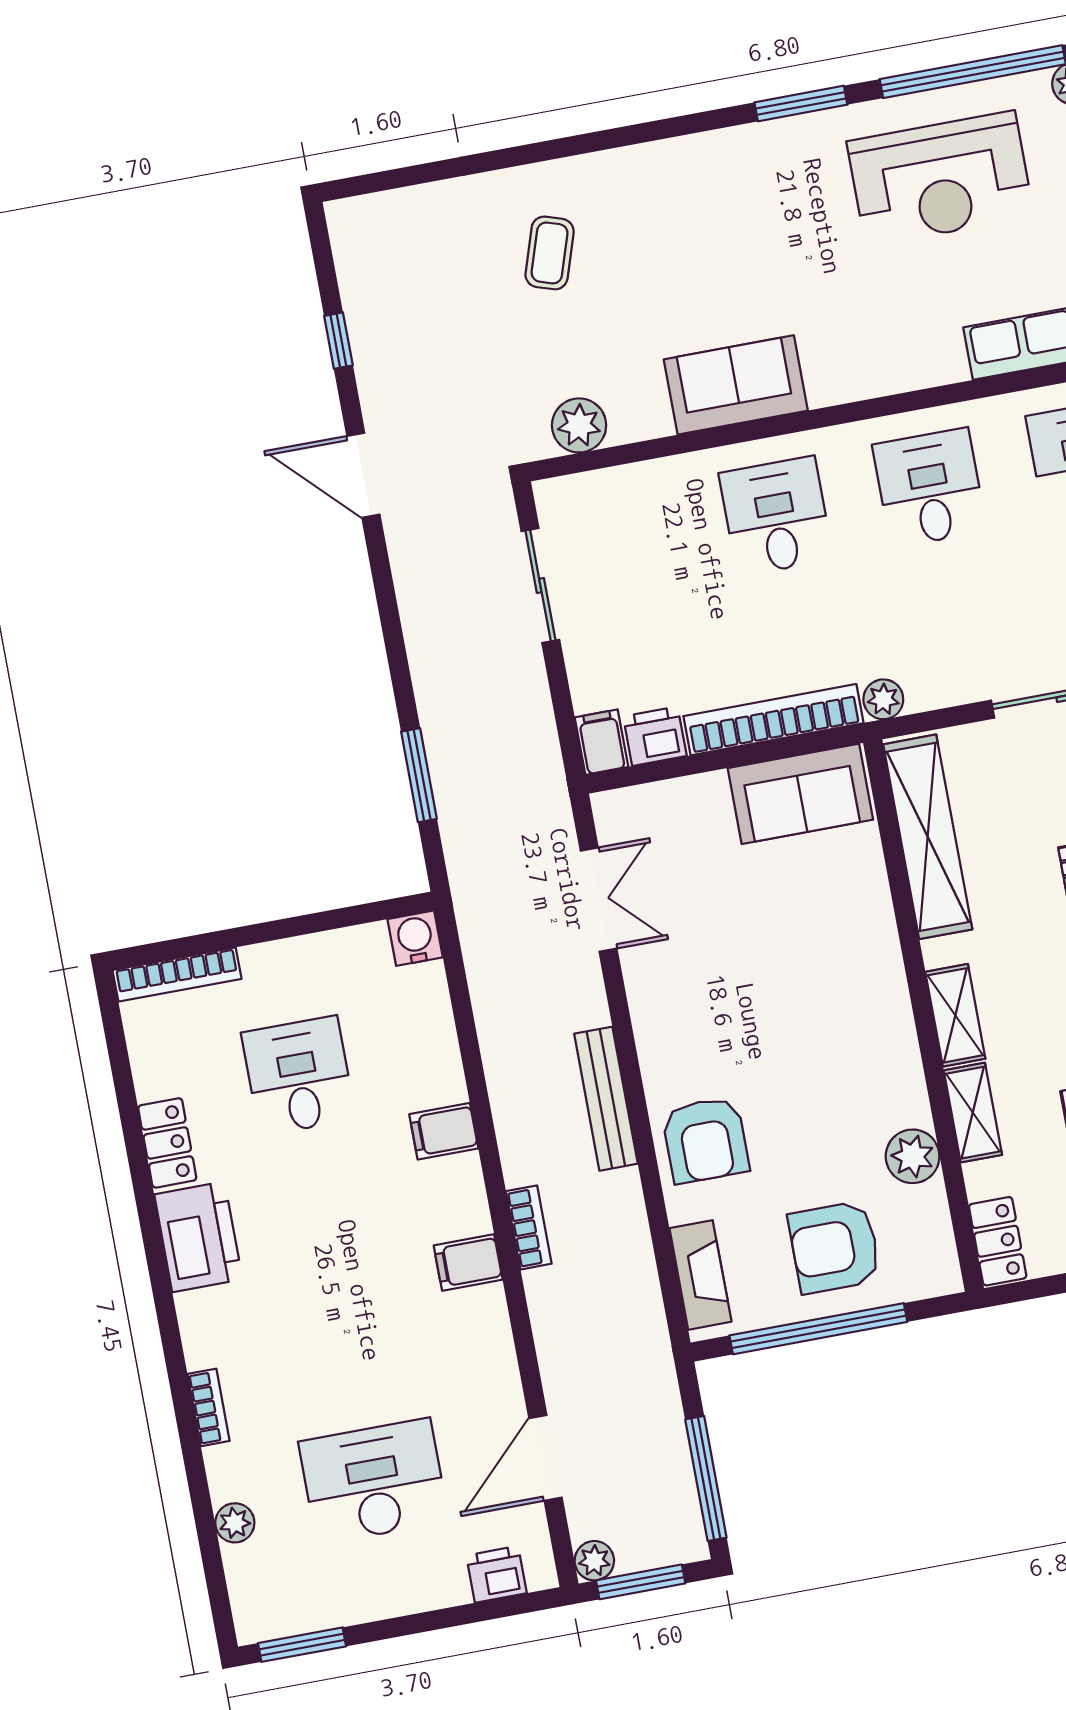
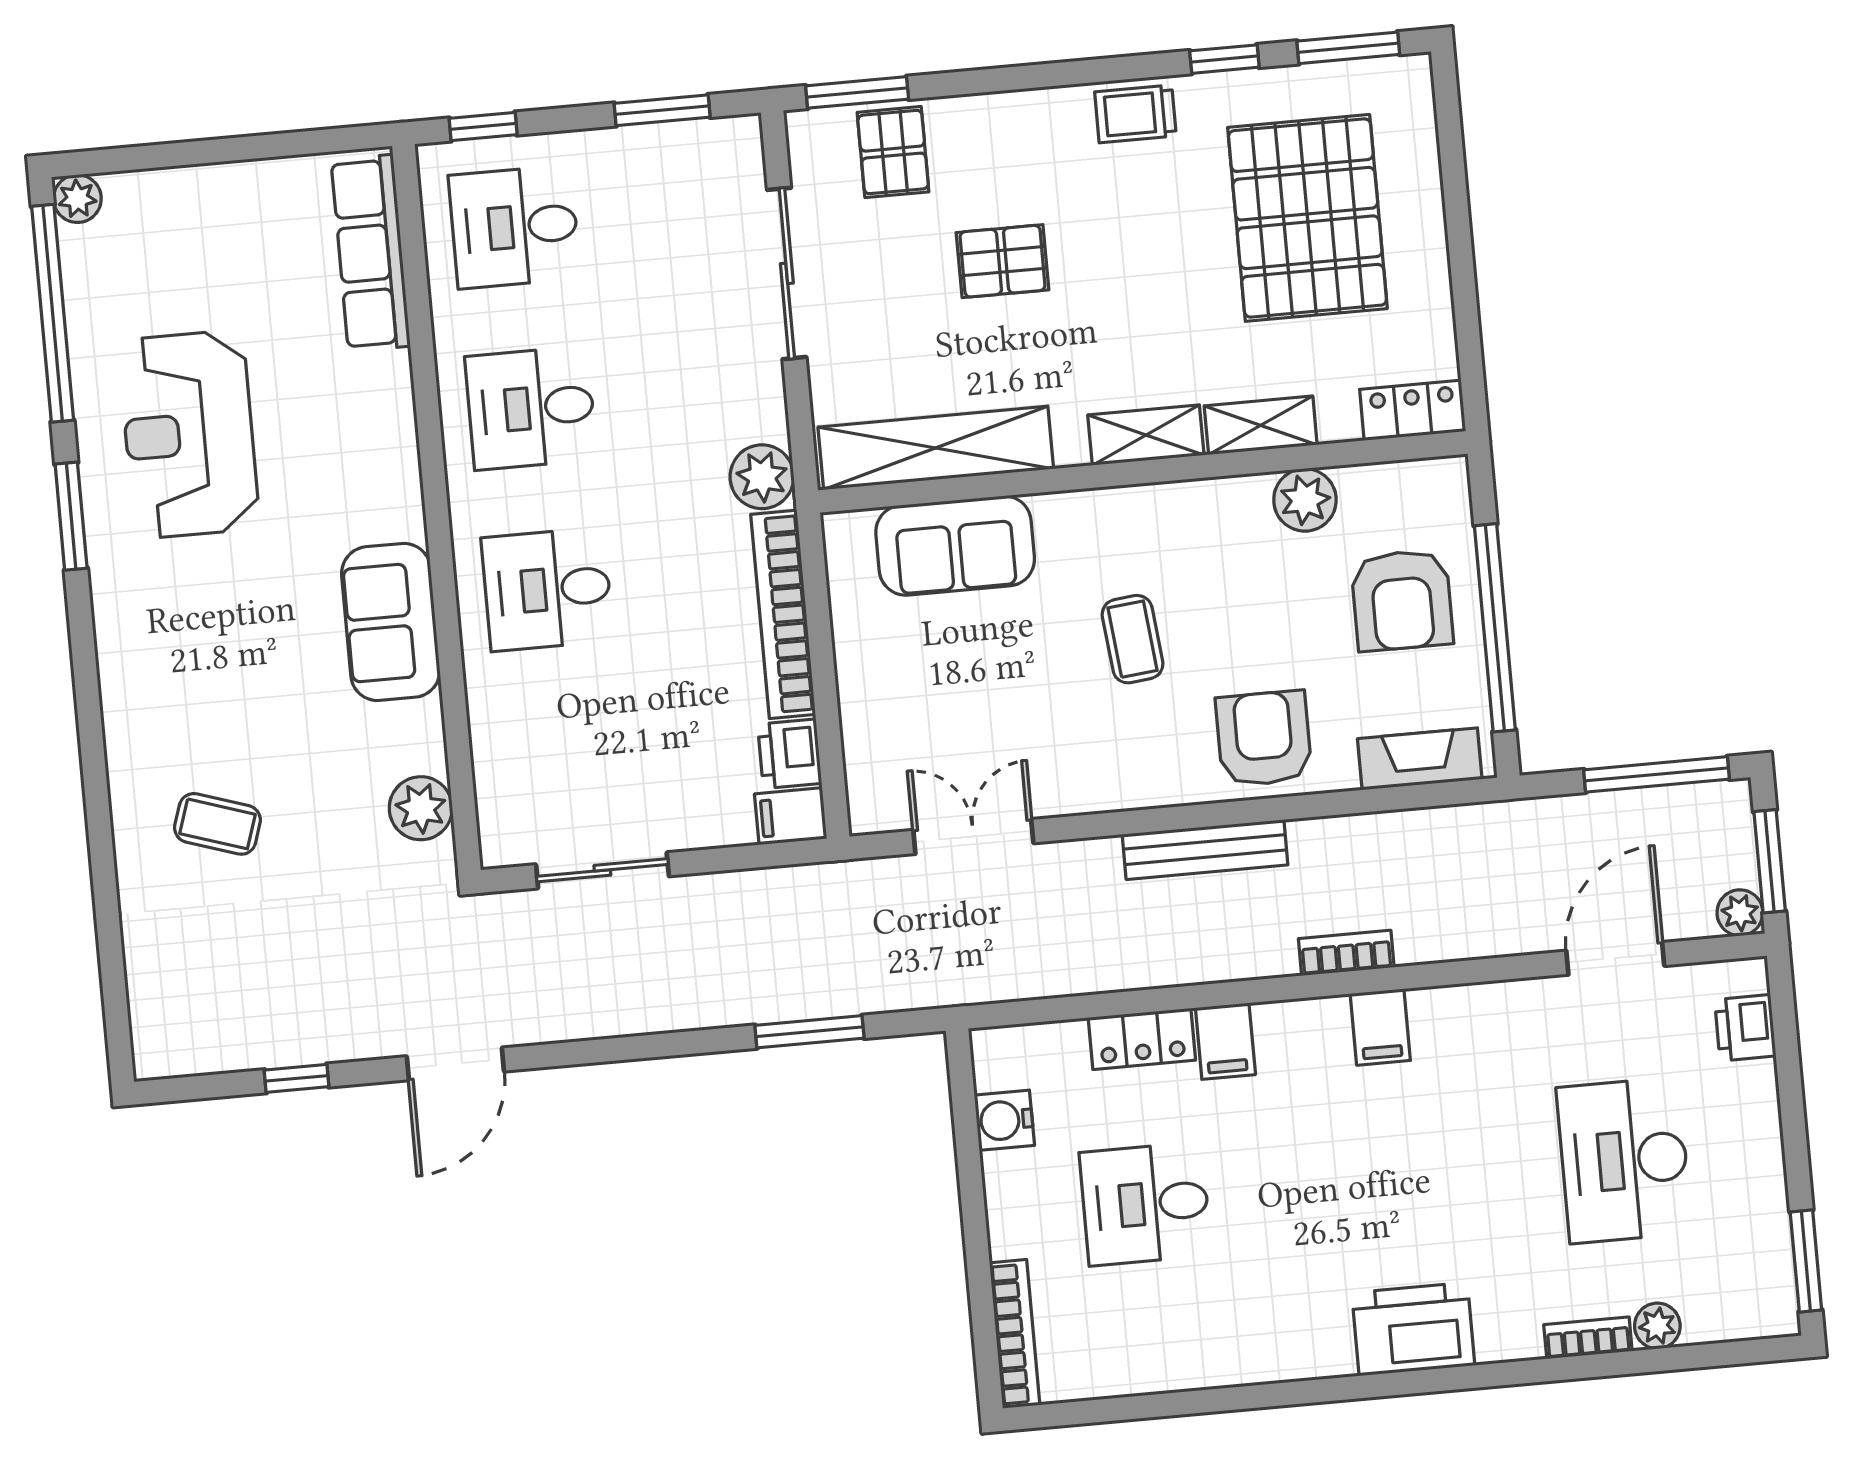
reception desk: (940, 179) -> (189, 434), moved, turned 180
plant: (883, 699) -> (762, 477), width x1.38, depth x1.38
sofa: (800, 794) -> (955, 546), moved, turned 90
water cooler: (415, 938) -> (1004, 1120), moved
coffee table: (780, 1020) -> (1133, 639), added
armchair: (705, 1140) -> (1264, 738), turned -90
locker: (167, 1143) -> (1142, 1039), moved, turned 180
printer: (198, 1237) -> (1413, 1329), moved
bookcase: (208, 1407) -> (1588, 1338), moved
door: (545, 1458) -> (1615, 958), swing flipped

